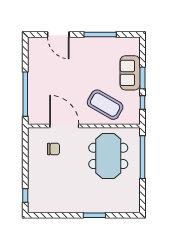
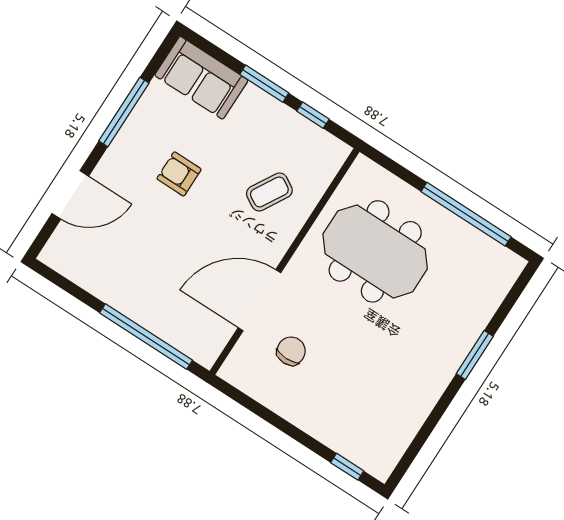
armchair: (91, 68) -> (179, 174), added
sofa: (130, 73) -> (201, 78), moved
coffee table: (105, 105) -> (269, 192), width x0.54, depth x0.58
window: (142, 157) -> (466, 214), moved

